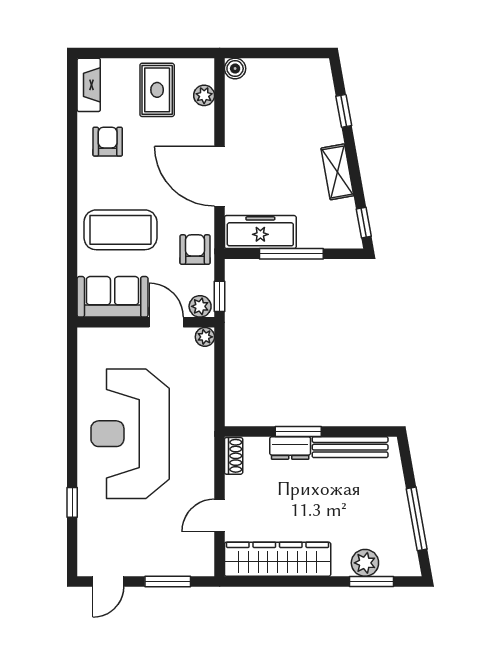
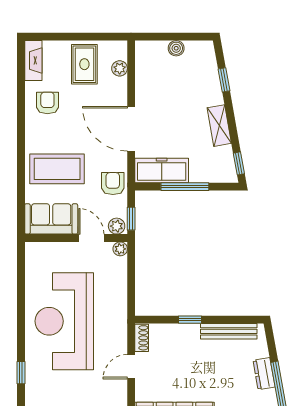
boiler: (235, 69) -> (176, 48), moved
window: (298, 432) -> (190, 320), width x0.67
dresser: (290, 448) -> (264, 374), moved, turned 80
door: (220, 515) -> (131, 367), moved

